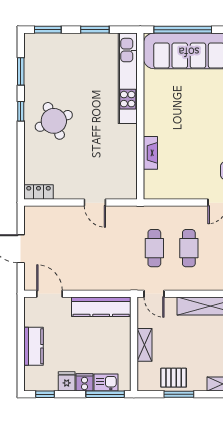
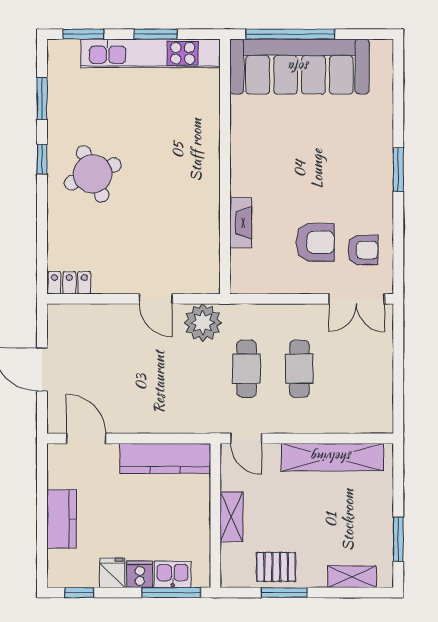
kitchen unit: (128, 78) -> (151, 53), moved, turned -90
armchair: (199, 166) -> (315, 242), added
plant: (126, 218) -> (203, 323), added

